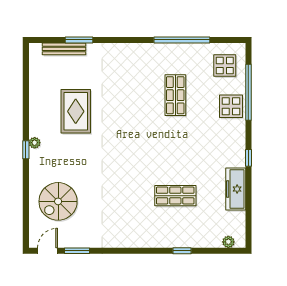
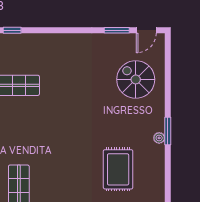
window: (26, 150) -> (168, 131), width x1.50
spiral stairs: (58, 201) -> (136, 79), turned -90

